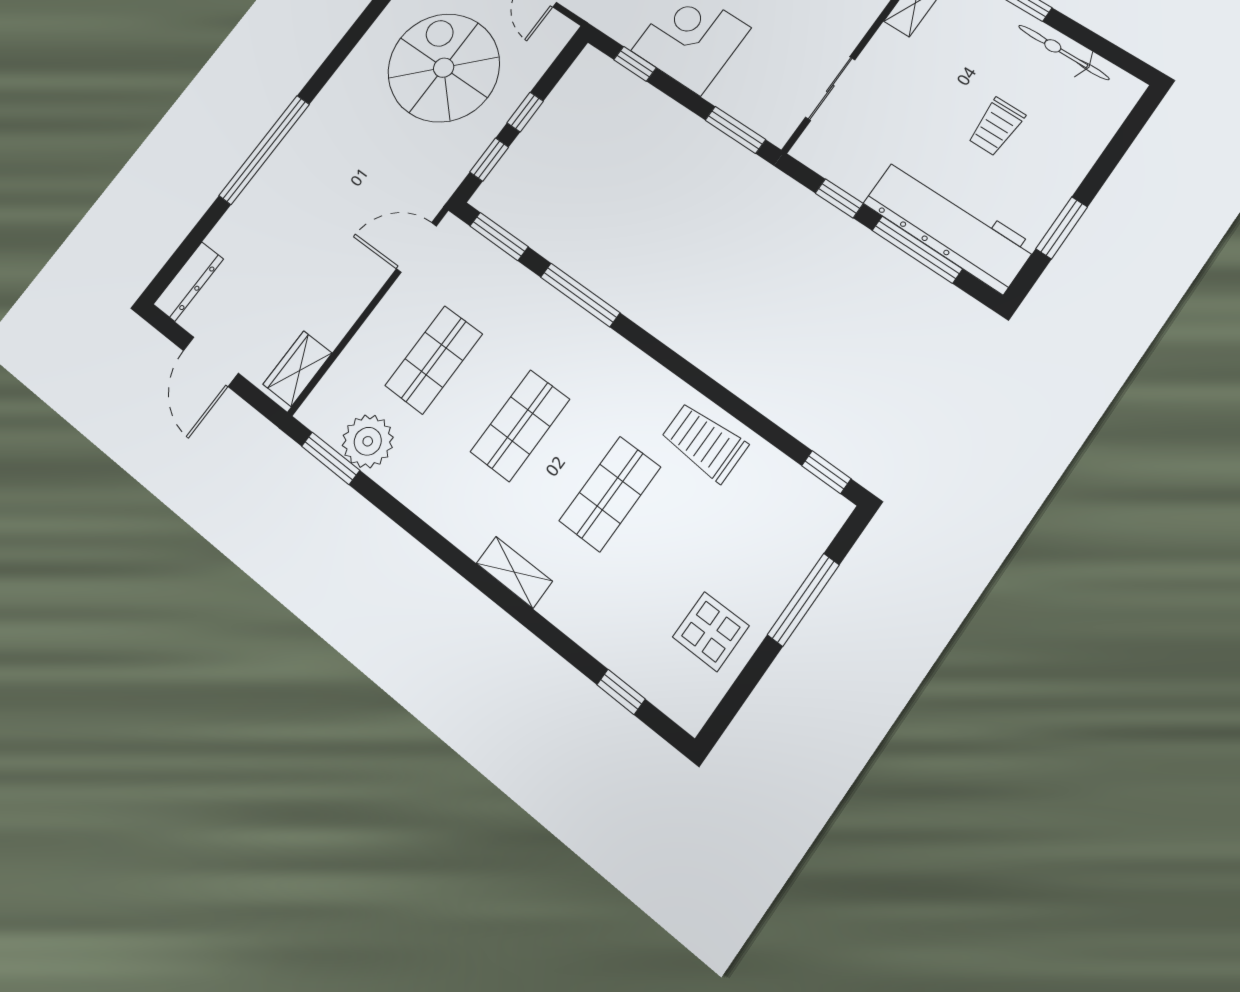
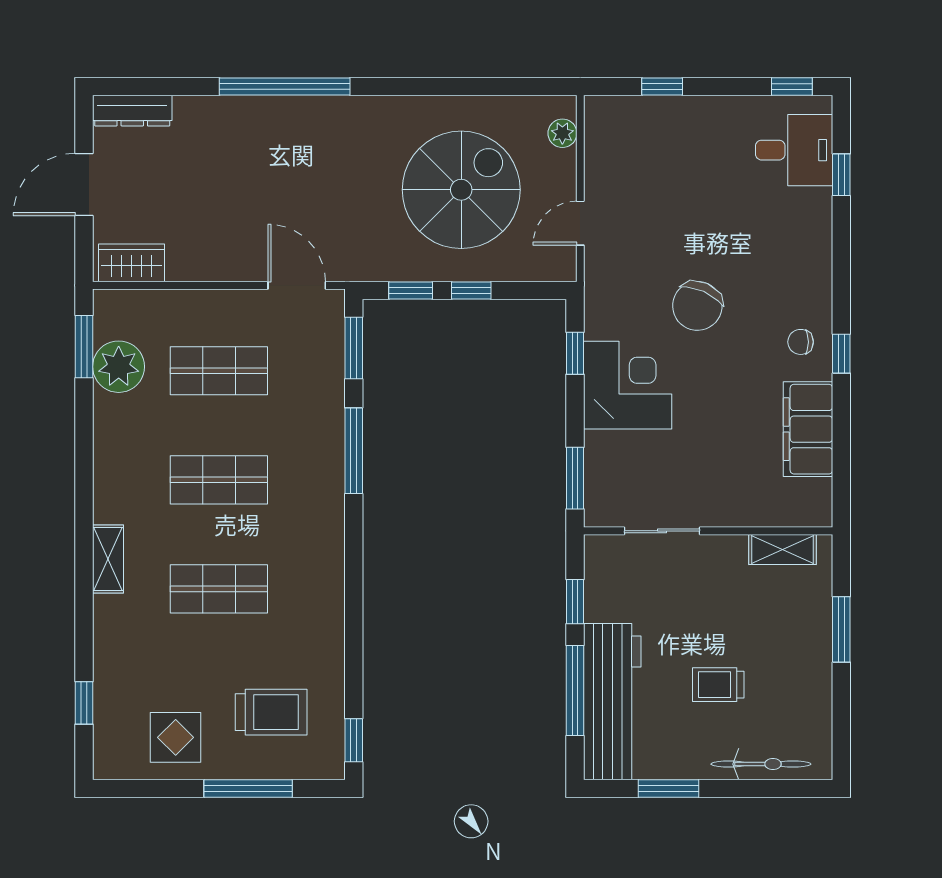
bicycle: (1064, 52) -> (761, 764), moved, turned 90
trolley: (704, 442) -> (271, 712), moved, turned 90

